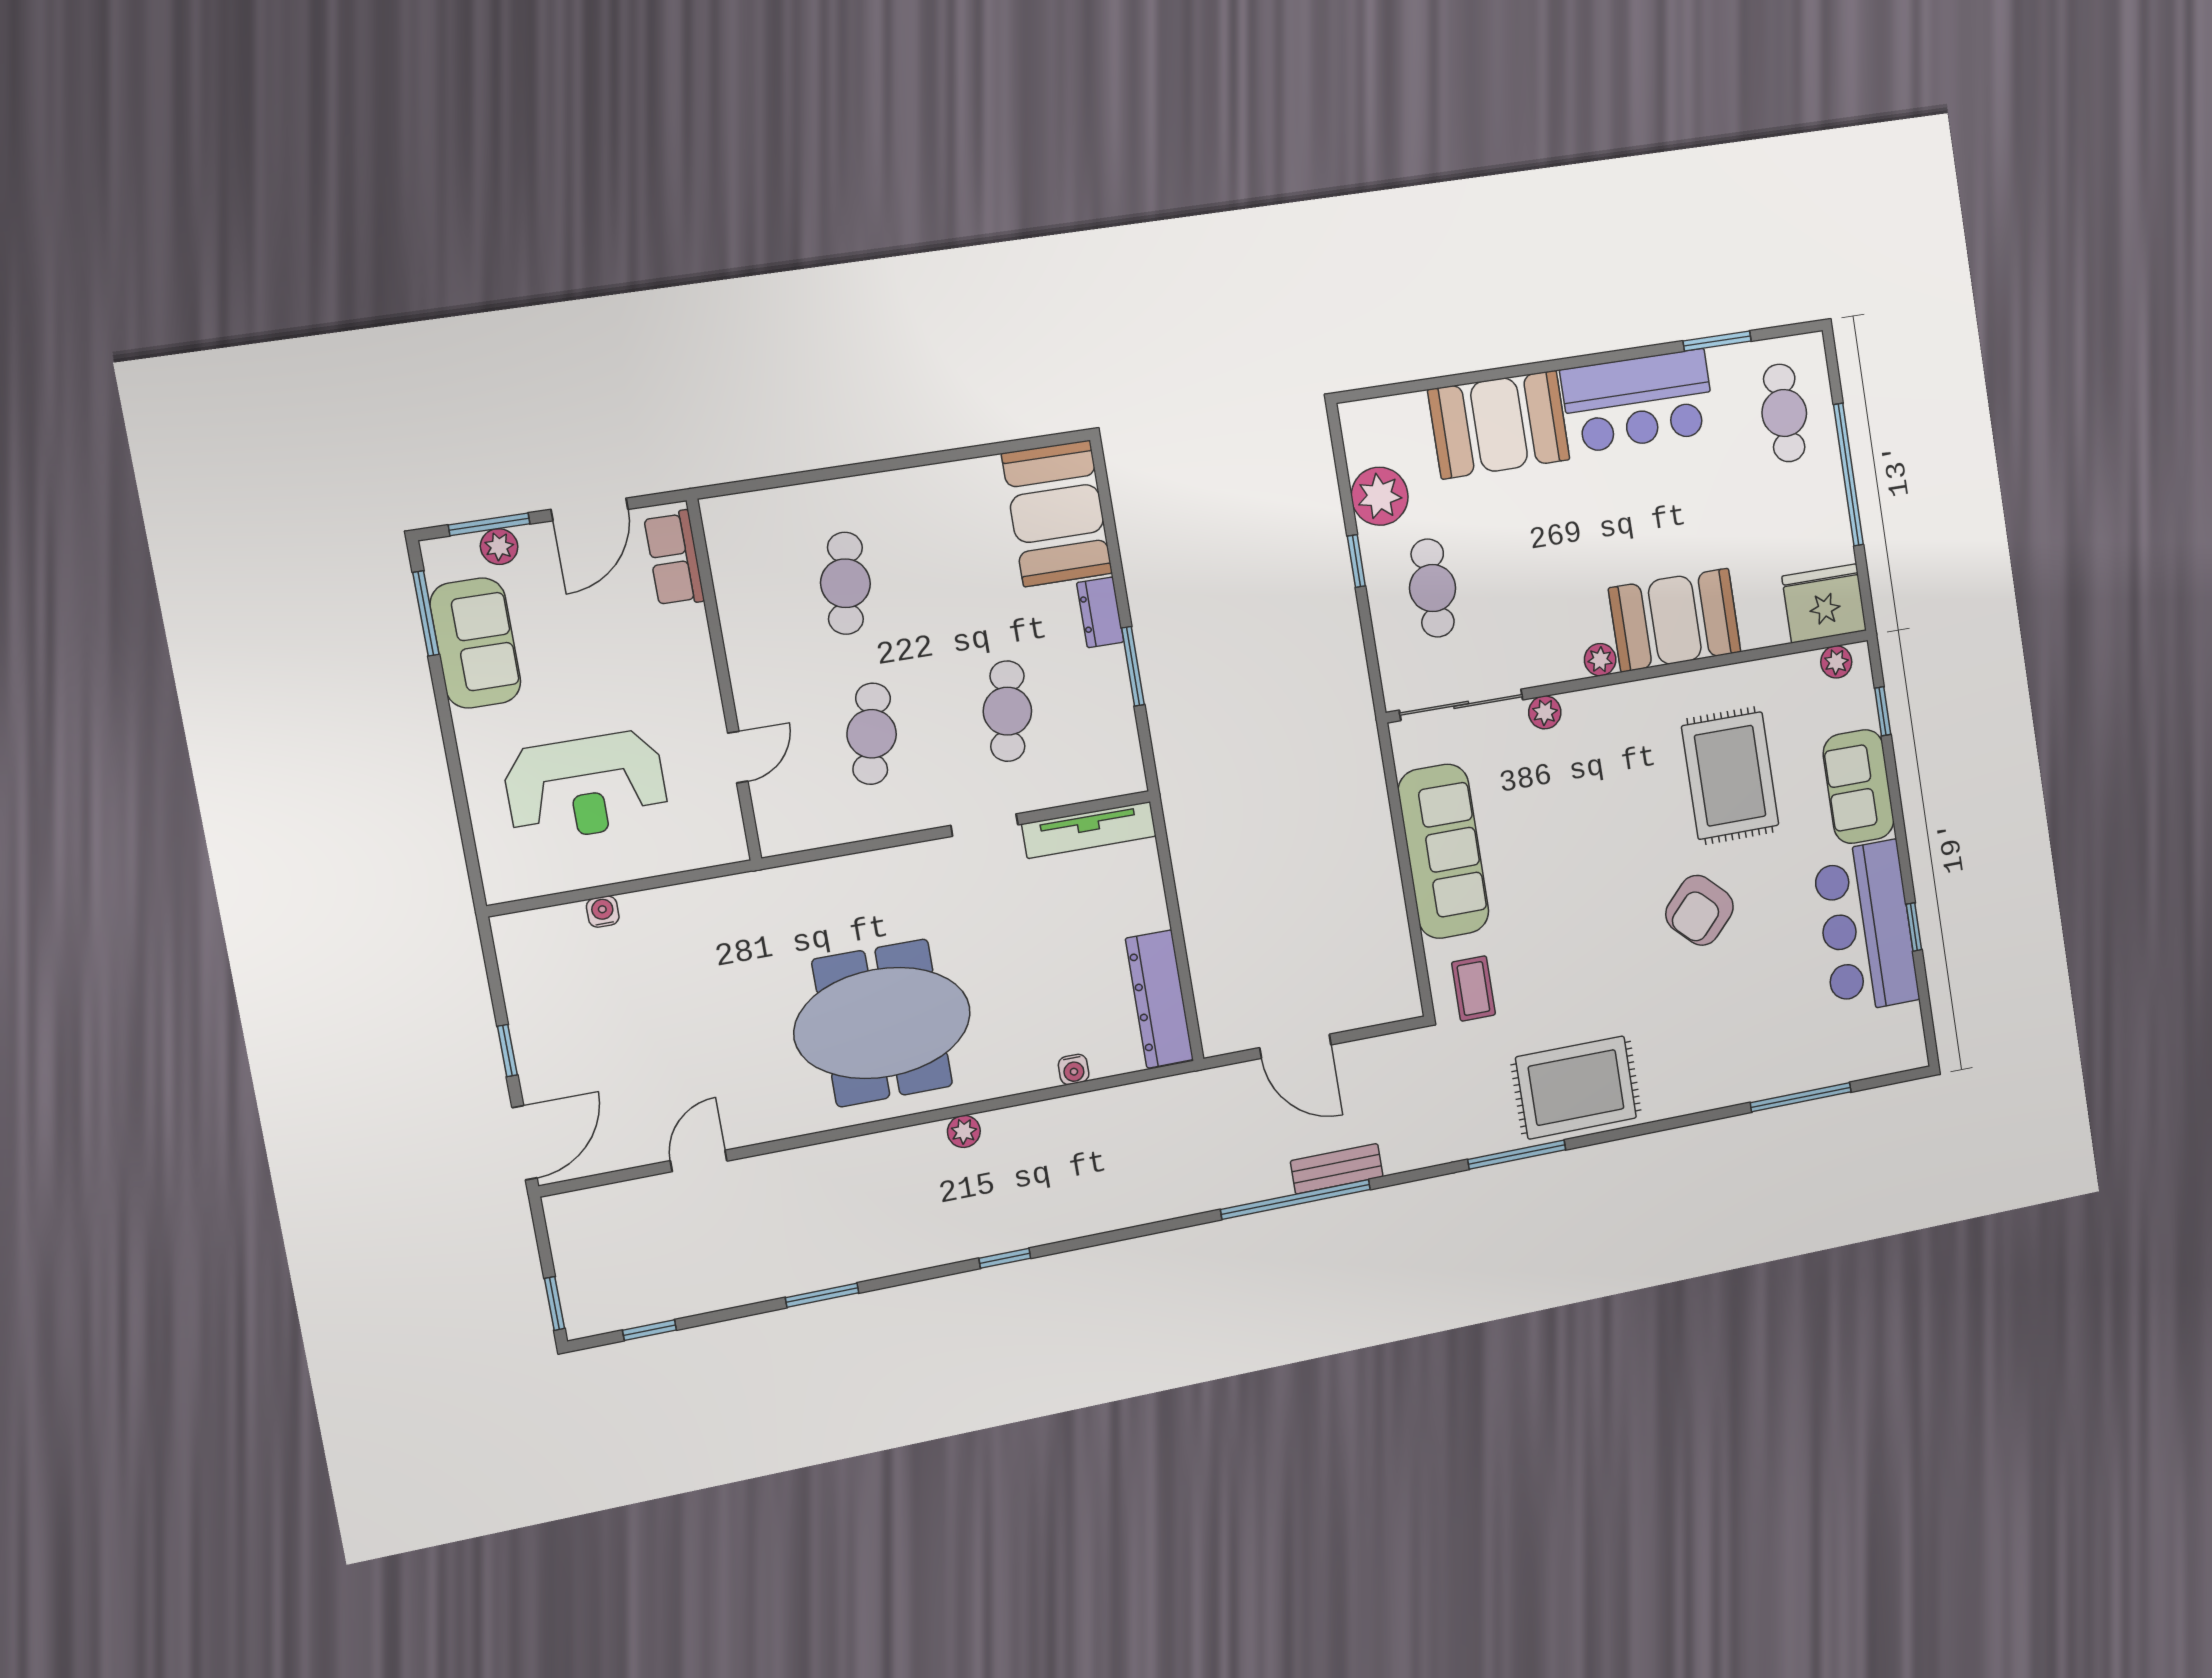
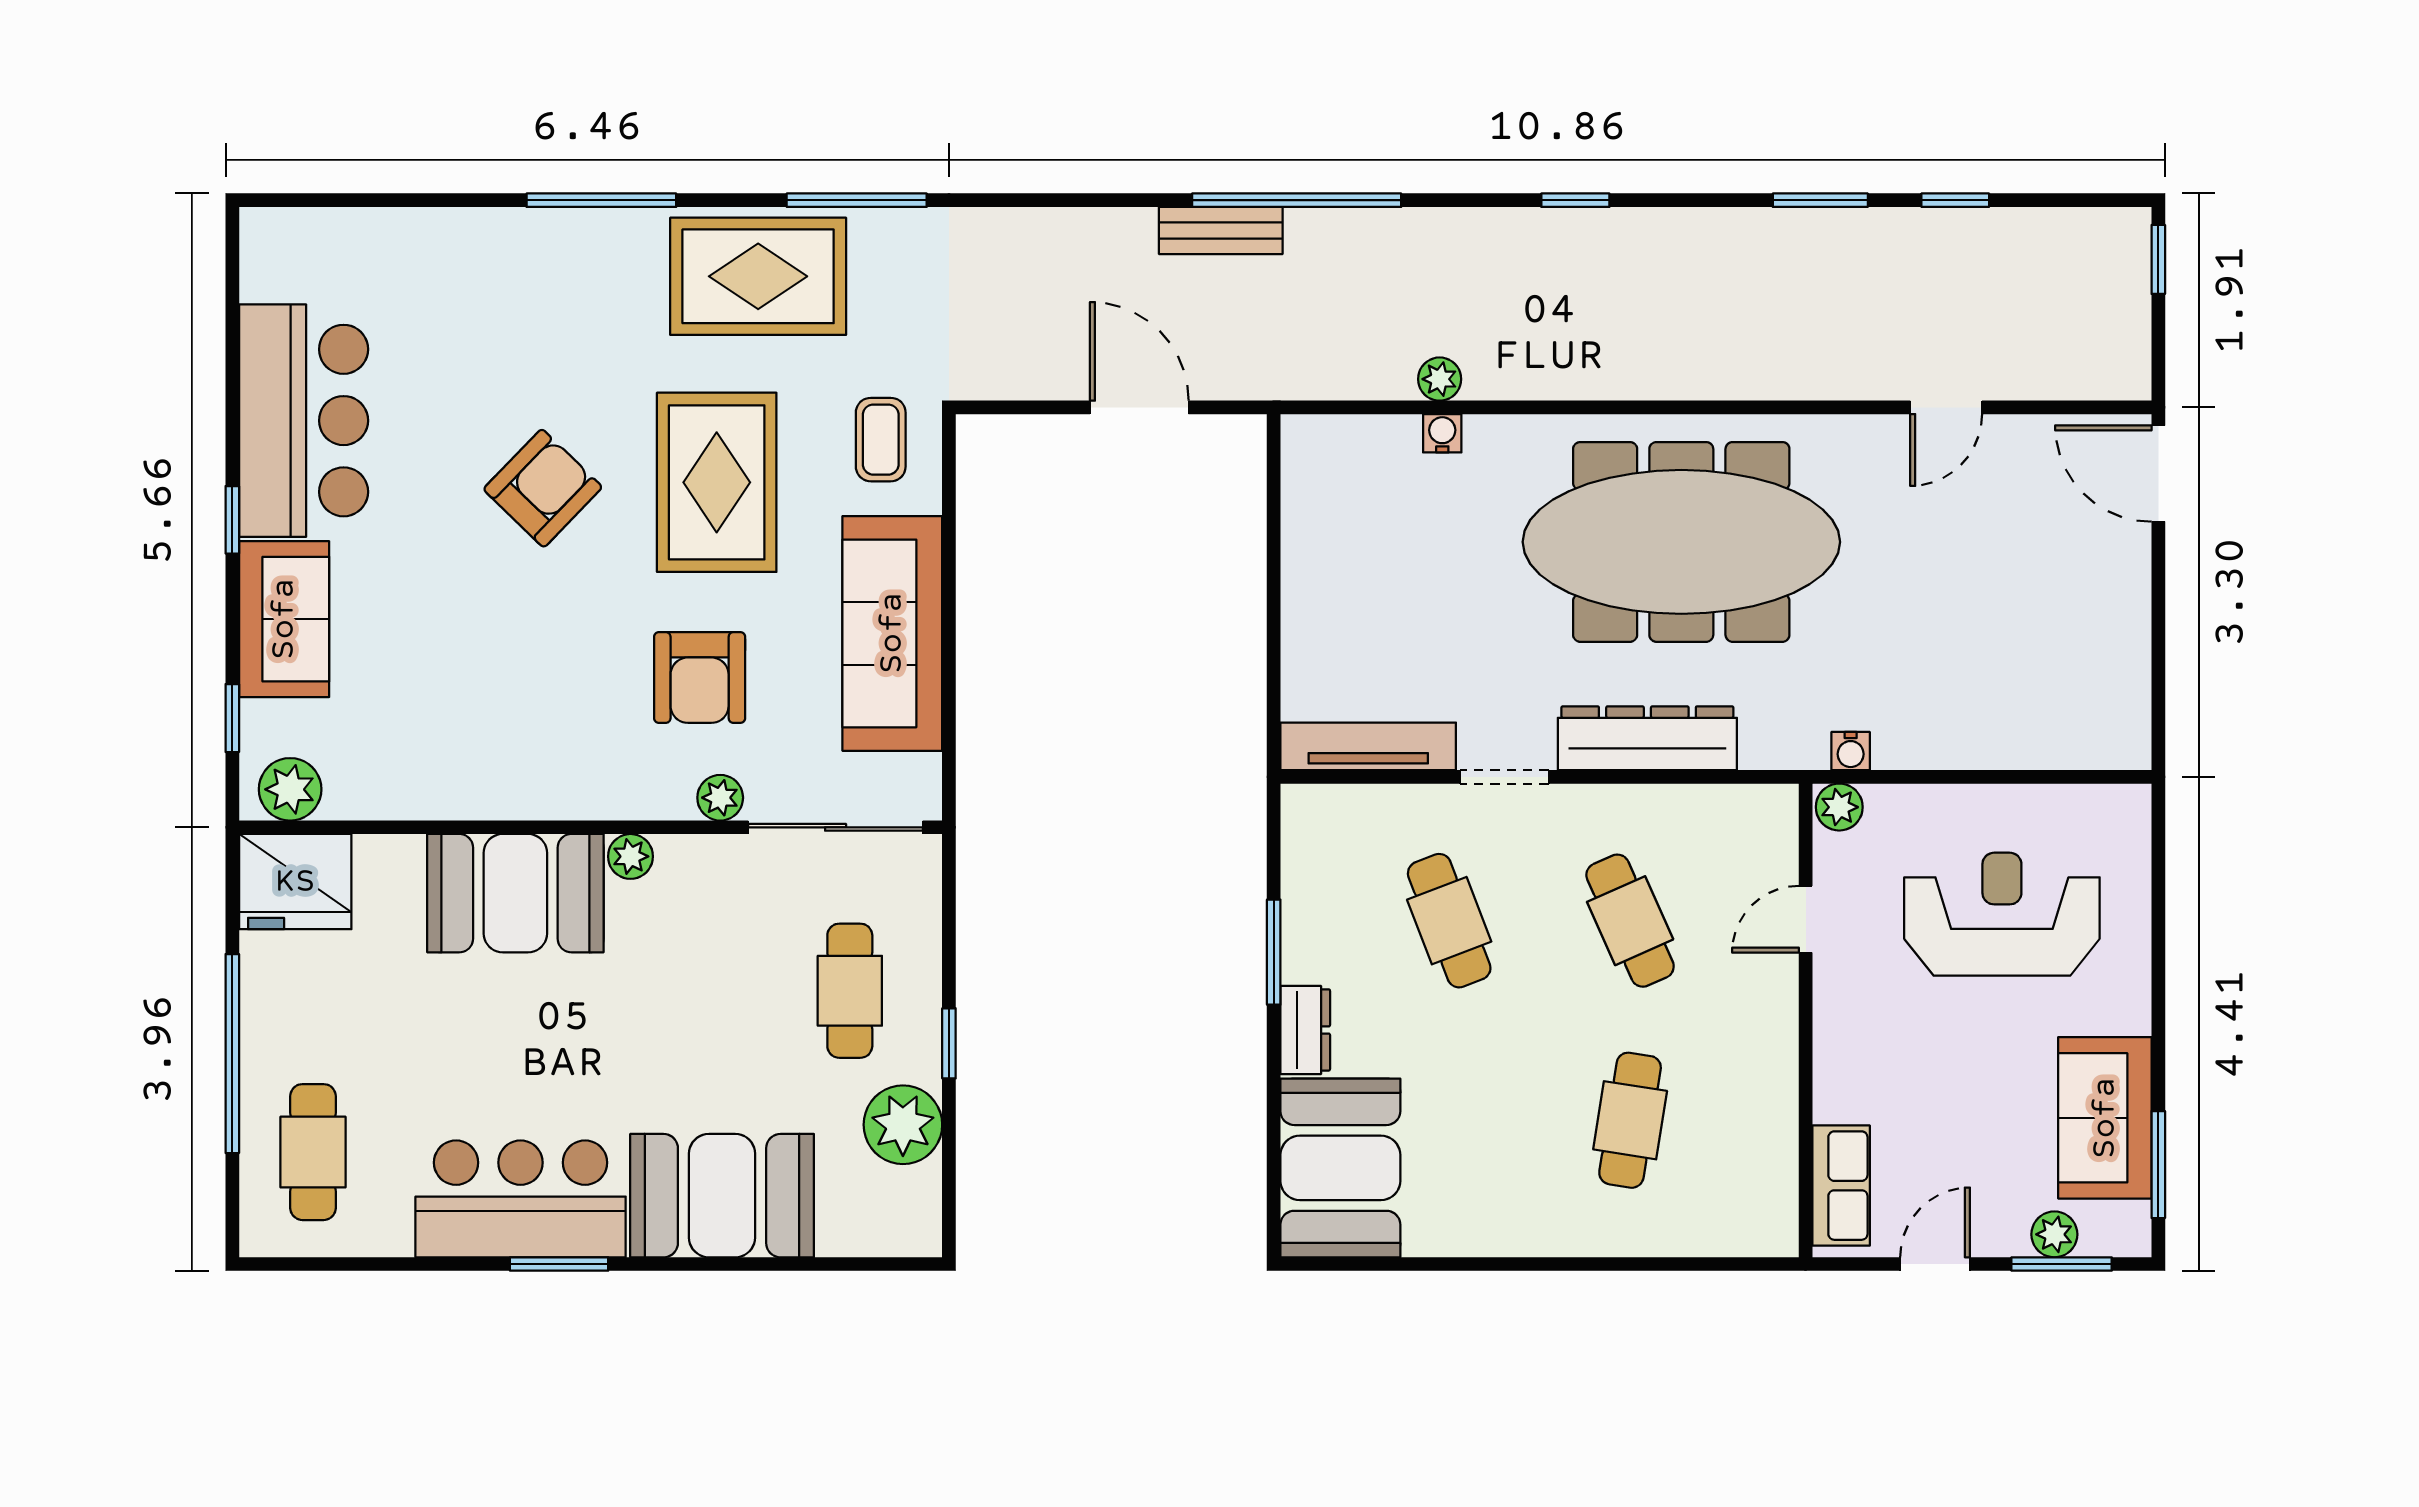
window: (1717, 341) -> (559, 1264), moved
door: (590, 509) -> (1935, 1264), width x0.73
plant: (1836, 662) -> (290, 789), width x1.38, depth x1.38
cafe table: (1007, 711) -> (1449, 921), turned -30
cafe table: (872, 734) -> (1630, 921), turned -36
rug: (1730, 776) -> (717, 482), moved
armchair: (1572, 796) -> (700, 677), added
plant: (727, 846) -> (1839, 807), added
water cooler: (603, 912) -> (1851, 751), moved
window: (1914, 927) -> (232, 520), moved
dresser: (1159, 999) -> (1647, 738), moved, turned -90
meeting table: (882, 1023) -> (1681, 542), width x1.36
window: (507, 1051) -> (2158, 595), removed
window: (1801, 1097) -> (601, 200), moved
plant: (964, 1131) -> (1440, 379), moved
door: (525, 1143) -> (2158, 474), hinge flipped
bench: (1337, 1169) -> (1221, 231), moved
window: (1296, 1199) -> (1297, 200), moved
window: (649, 1330) -> (1955, 200), moved

